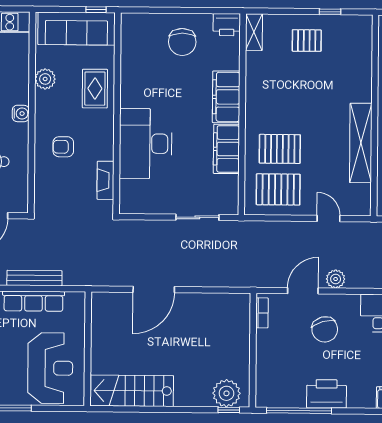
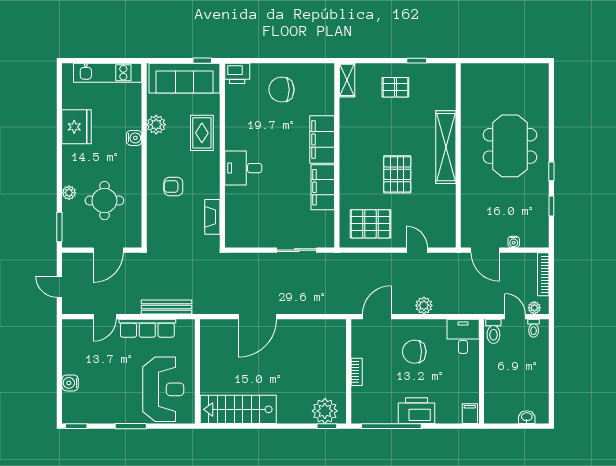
printer: (227, 25) -> (237, 73), moved
chair: (182, 42) -> (282, 90), turned 90
water cooler: (21, 113) -> (134, 138), moved
shelving: (361, 143) -> (446, 147), moved
desk: (146, 144) -> (243, 168), width x0.53, depth x0.77
pallet: (280, 149) -> (397, 174), moved, turned 90
bench: (34, 278) -> (167, 307), moved
door: (303, 291) -> (377, 317), moved
bookcase: (262, 313) -> (357, 372), moved
chair: (325, 329) -> (414, 352), turned 106

